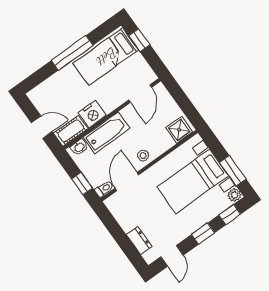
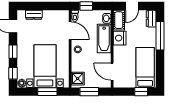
window: (72, 53) -> (160, 36), moved
dresser: (40, 92) -> (151, 19), added
window: (185, 104) -> (89, 92), added
window: (233, 171) -> (47, 92), moved

